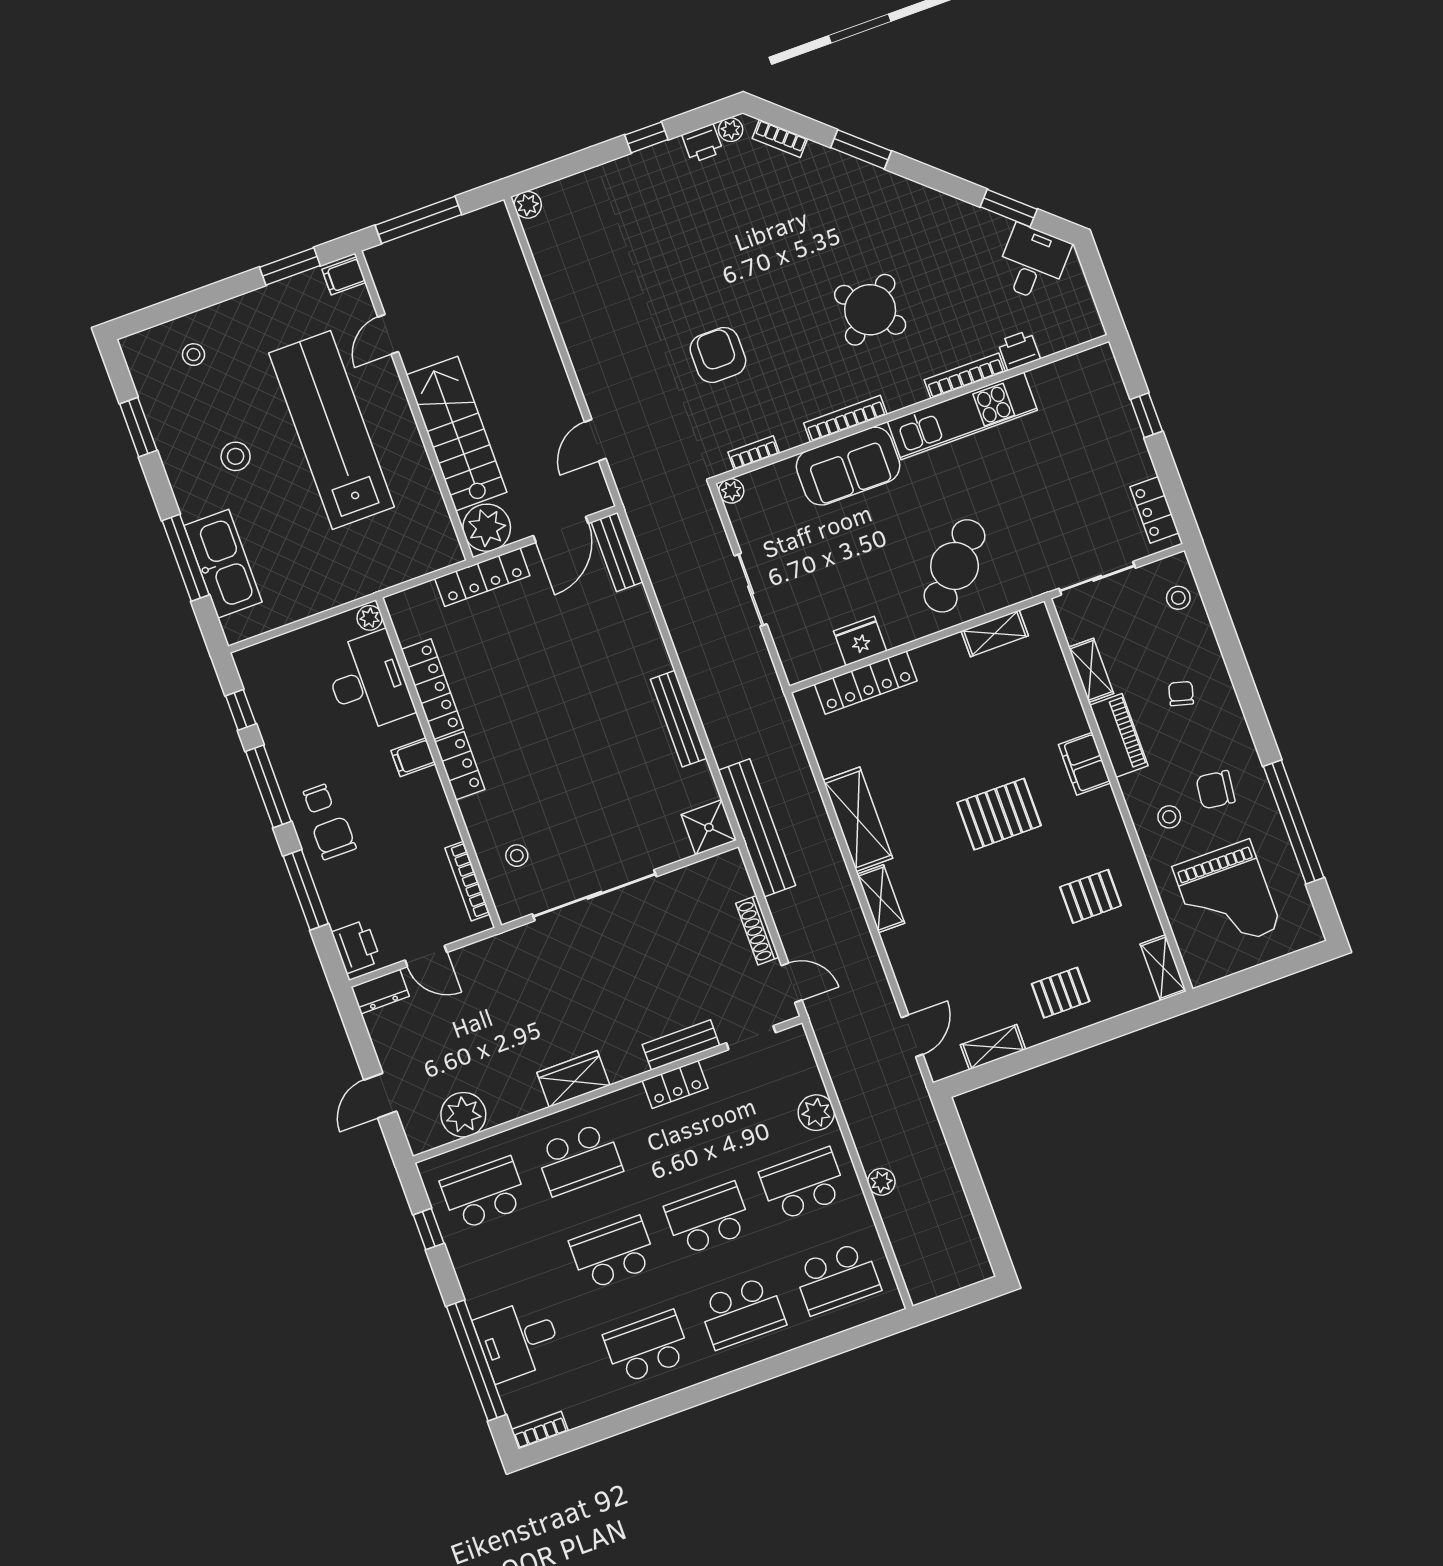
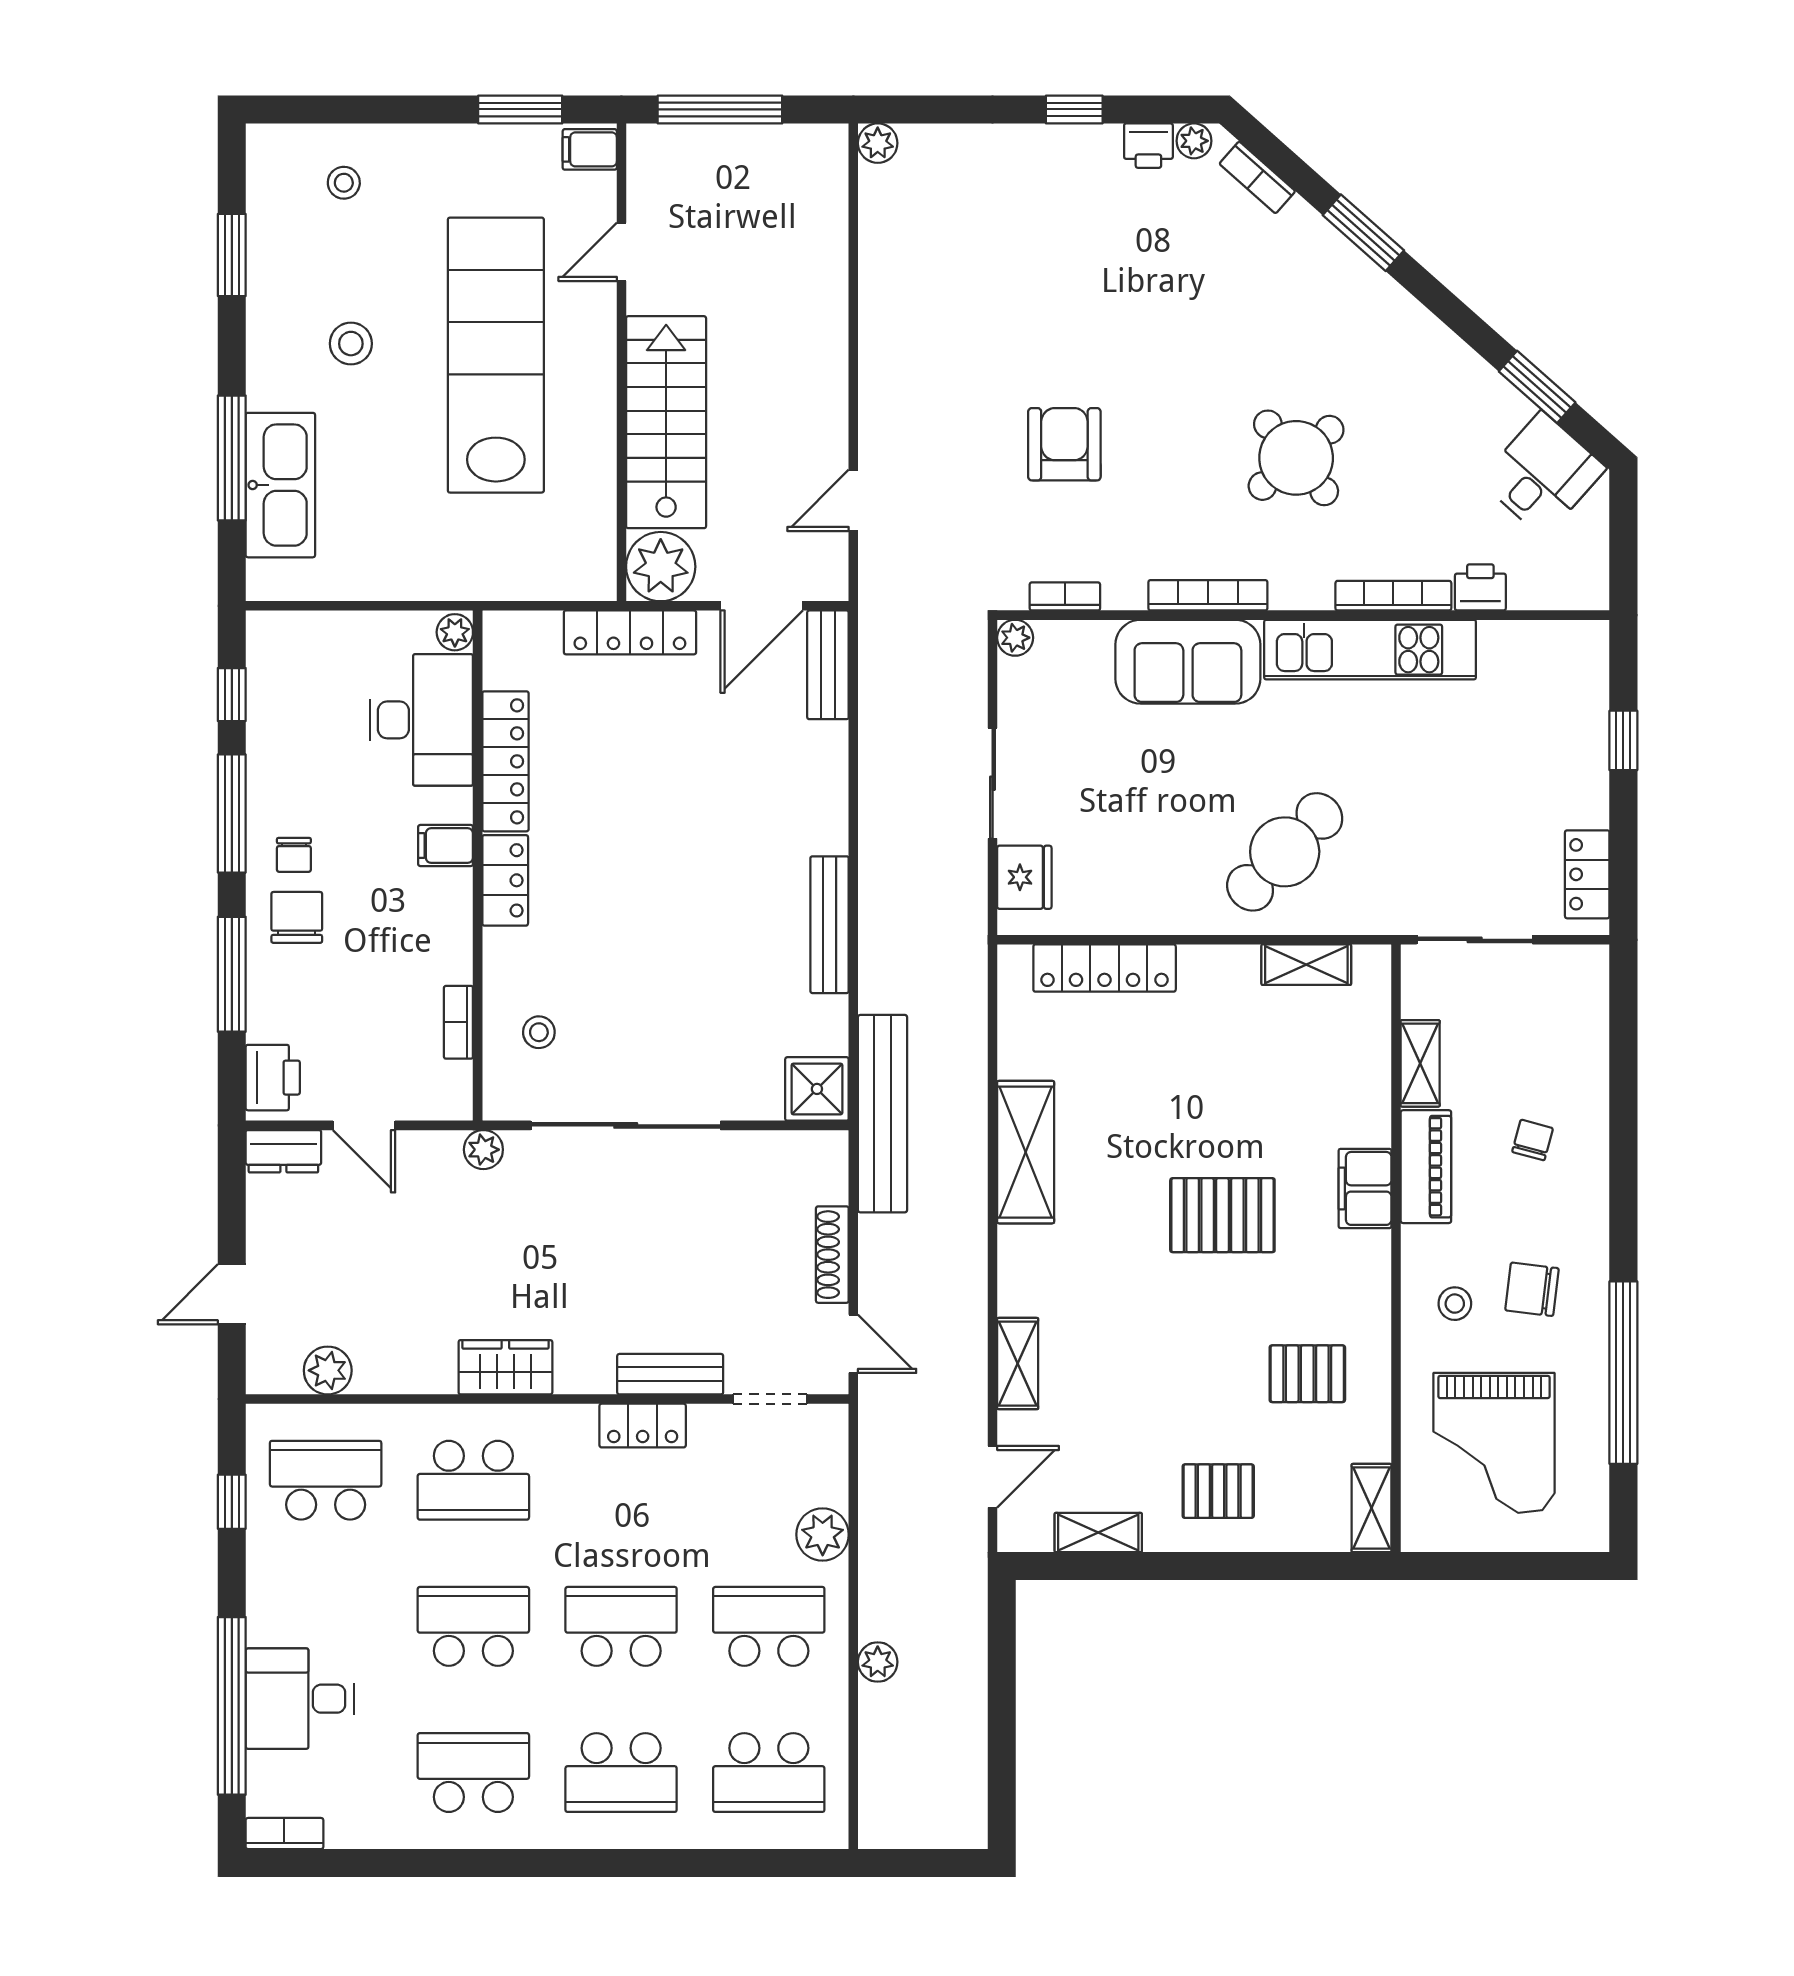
stool: (1178, 598) -> (1576, 1007), removed
fridge: (860, 641) -> (1024, 877), moved, turned 90
bookcase: (467, 881) -> (458, 1022), width x0.64
shelving: (881, 899) -> (1018, 1364), moved
plant: (508, 944) -> (483, 1150), added
plant: (463, 1115) -> (328, 1370), width x0.73, depth x0.73

